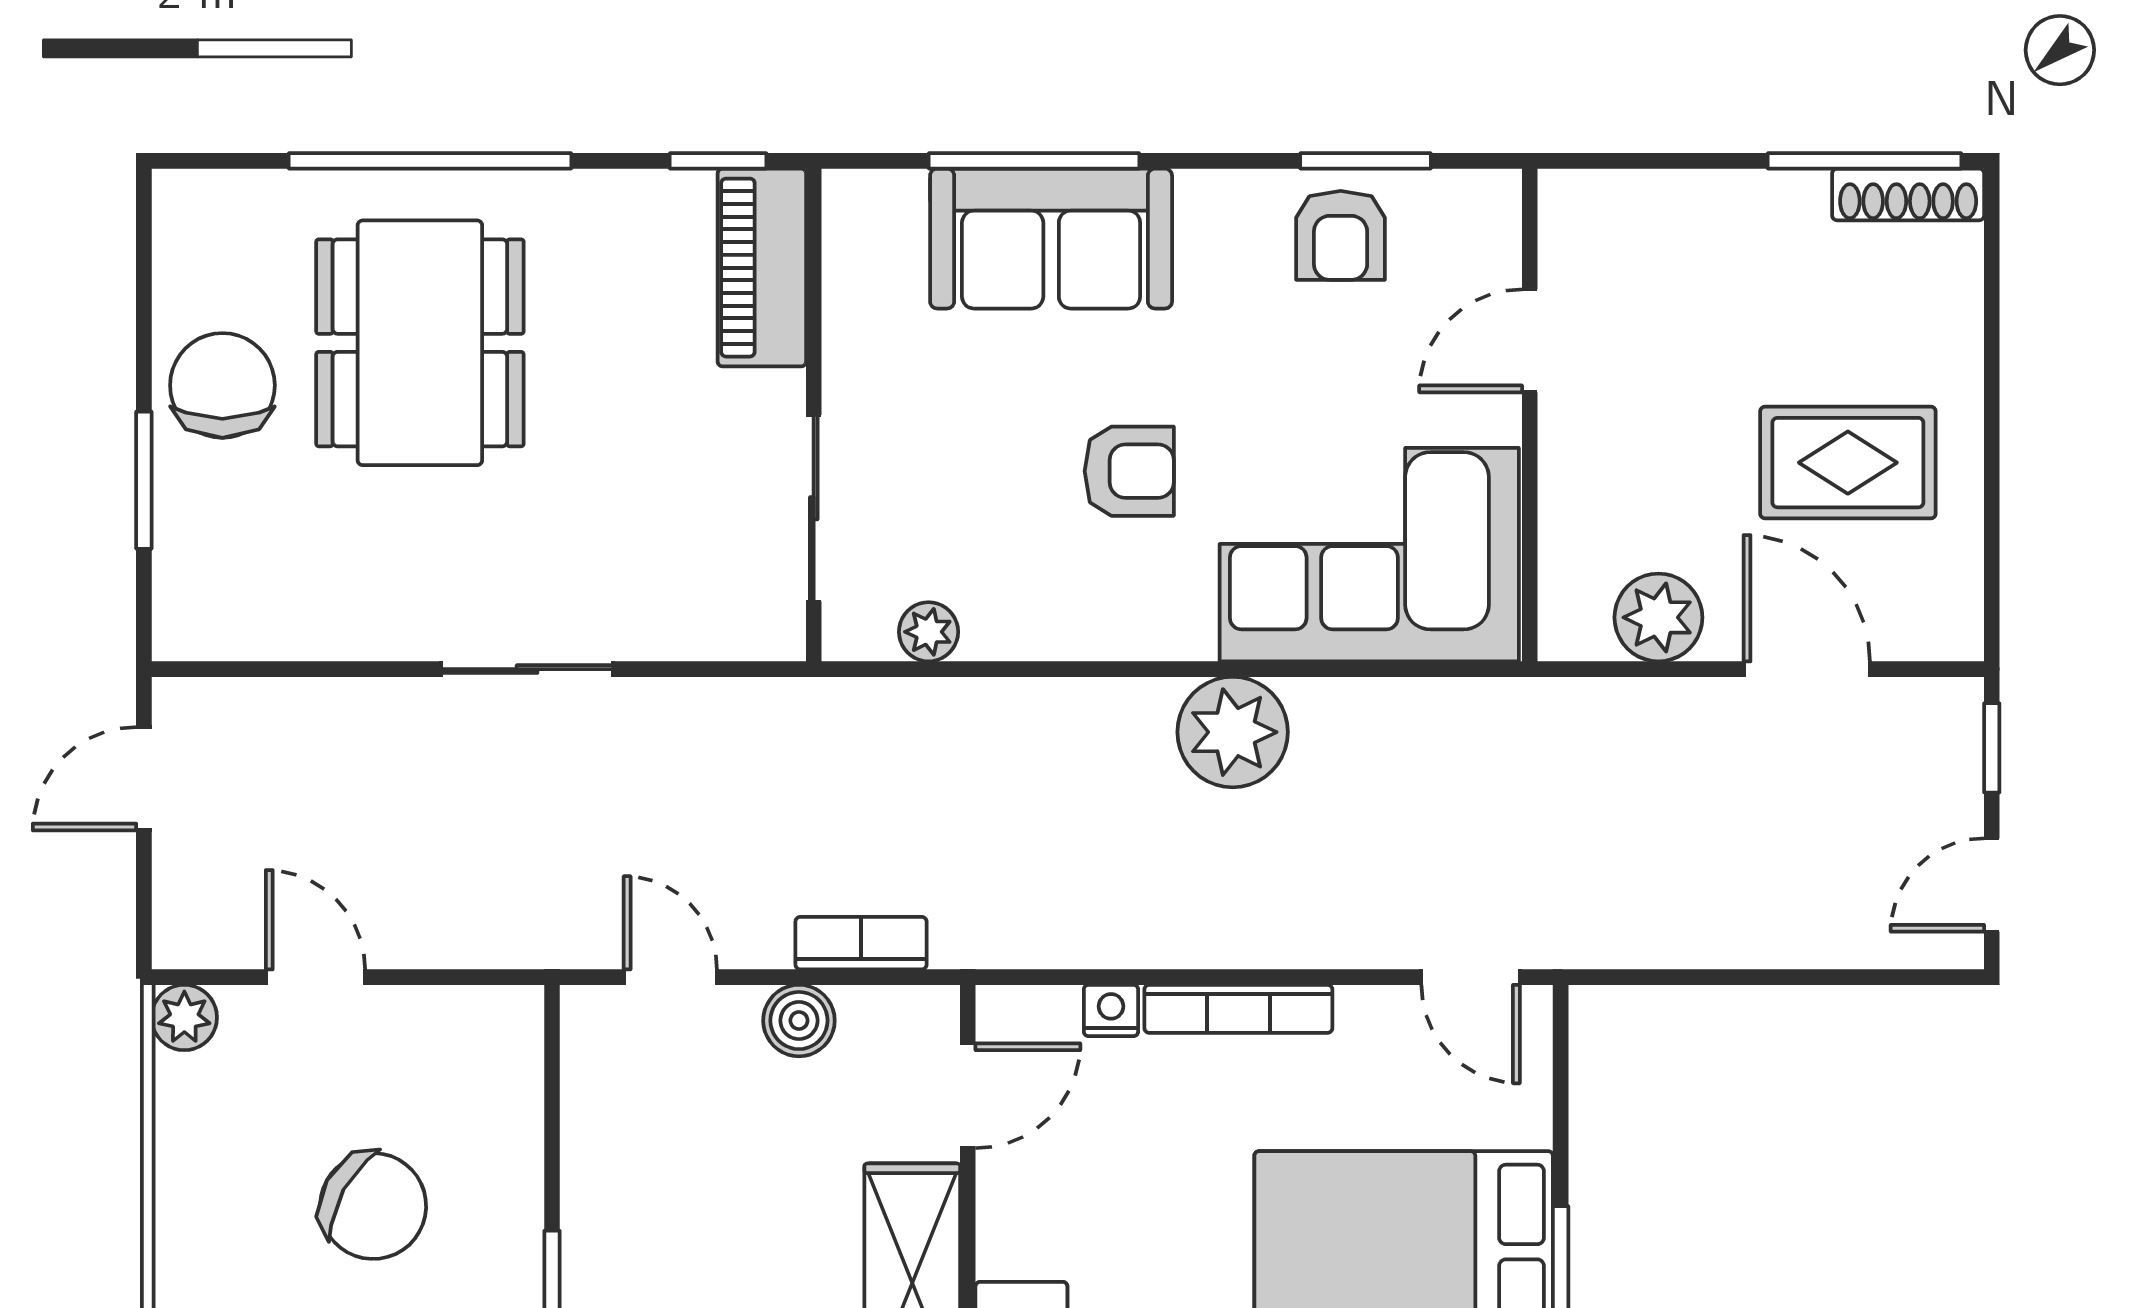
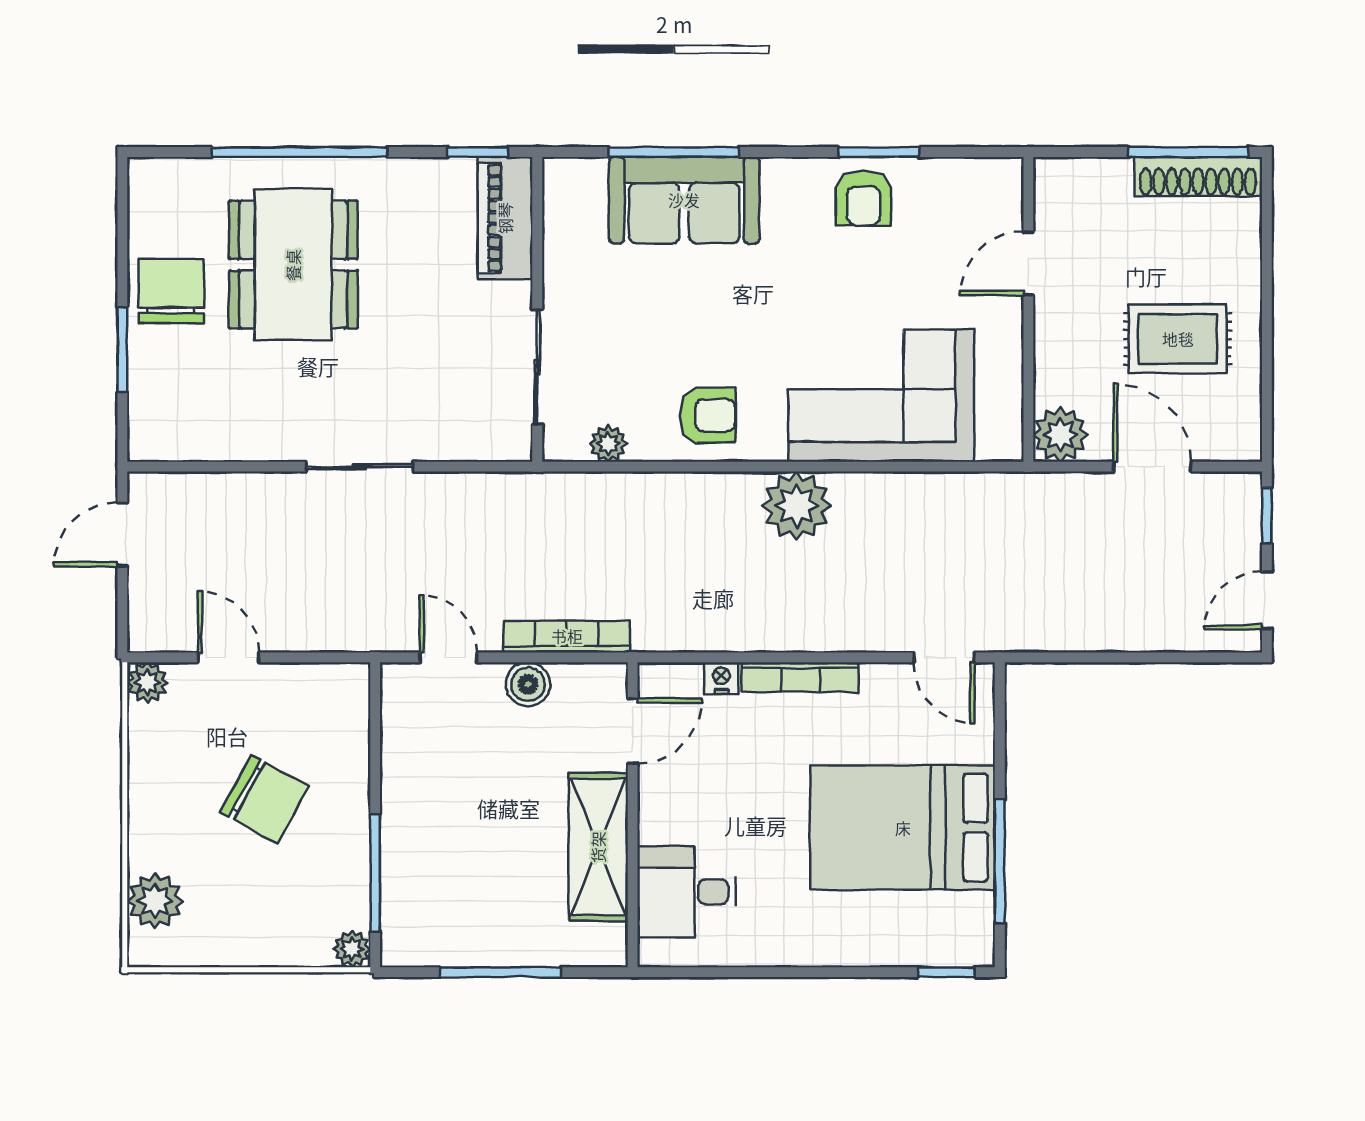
shoe rack: (1908, 194) -> (1198, 177), width x1.36, depth x1.24
door: (1530, 341) -> (1028, 263), moved
wall: (1530, 415) -> (1028, 309), moved
armchair: (1129, 471) -> (707, 415), moved
bookcase: (861, 943) -> (567, 636), width x1.56

